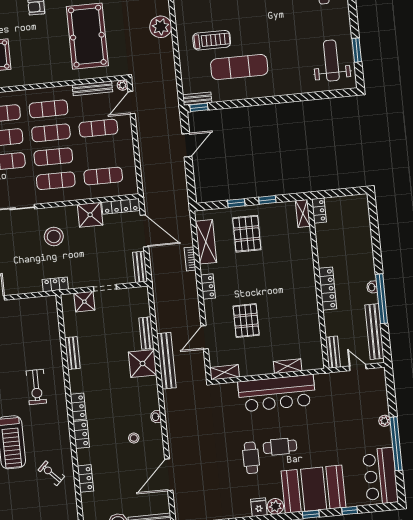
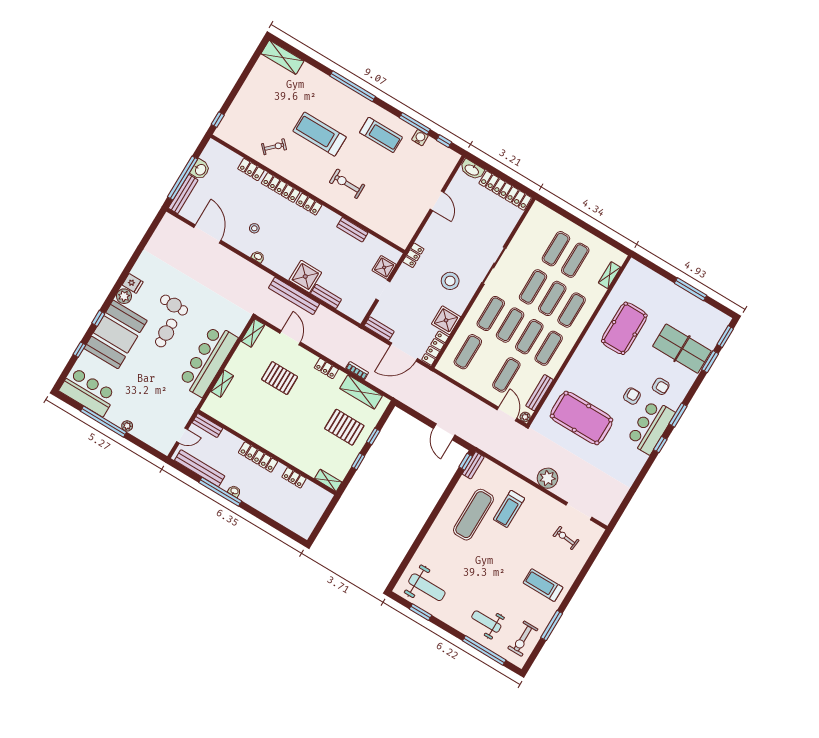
locker: (319, 211) -> (294, 478), moved
locker: (81, 434) -> (281, 187), width x1.53

